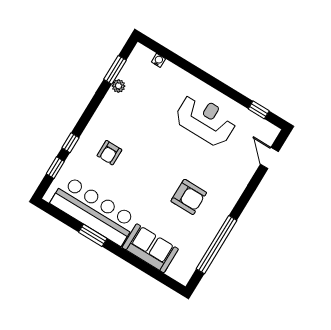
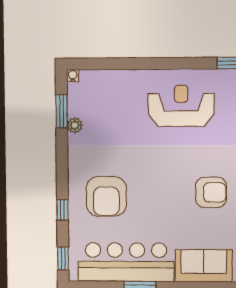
water cooler: (158, 60) -> (73, 76), moved
armchair: (109, 153) -> (106, 196), width x1.88, depth x1.88
window: (55, 168) -> (63, 258), moved

